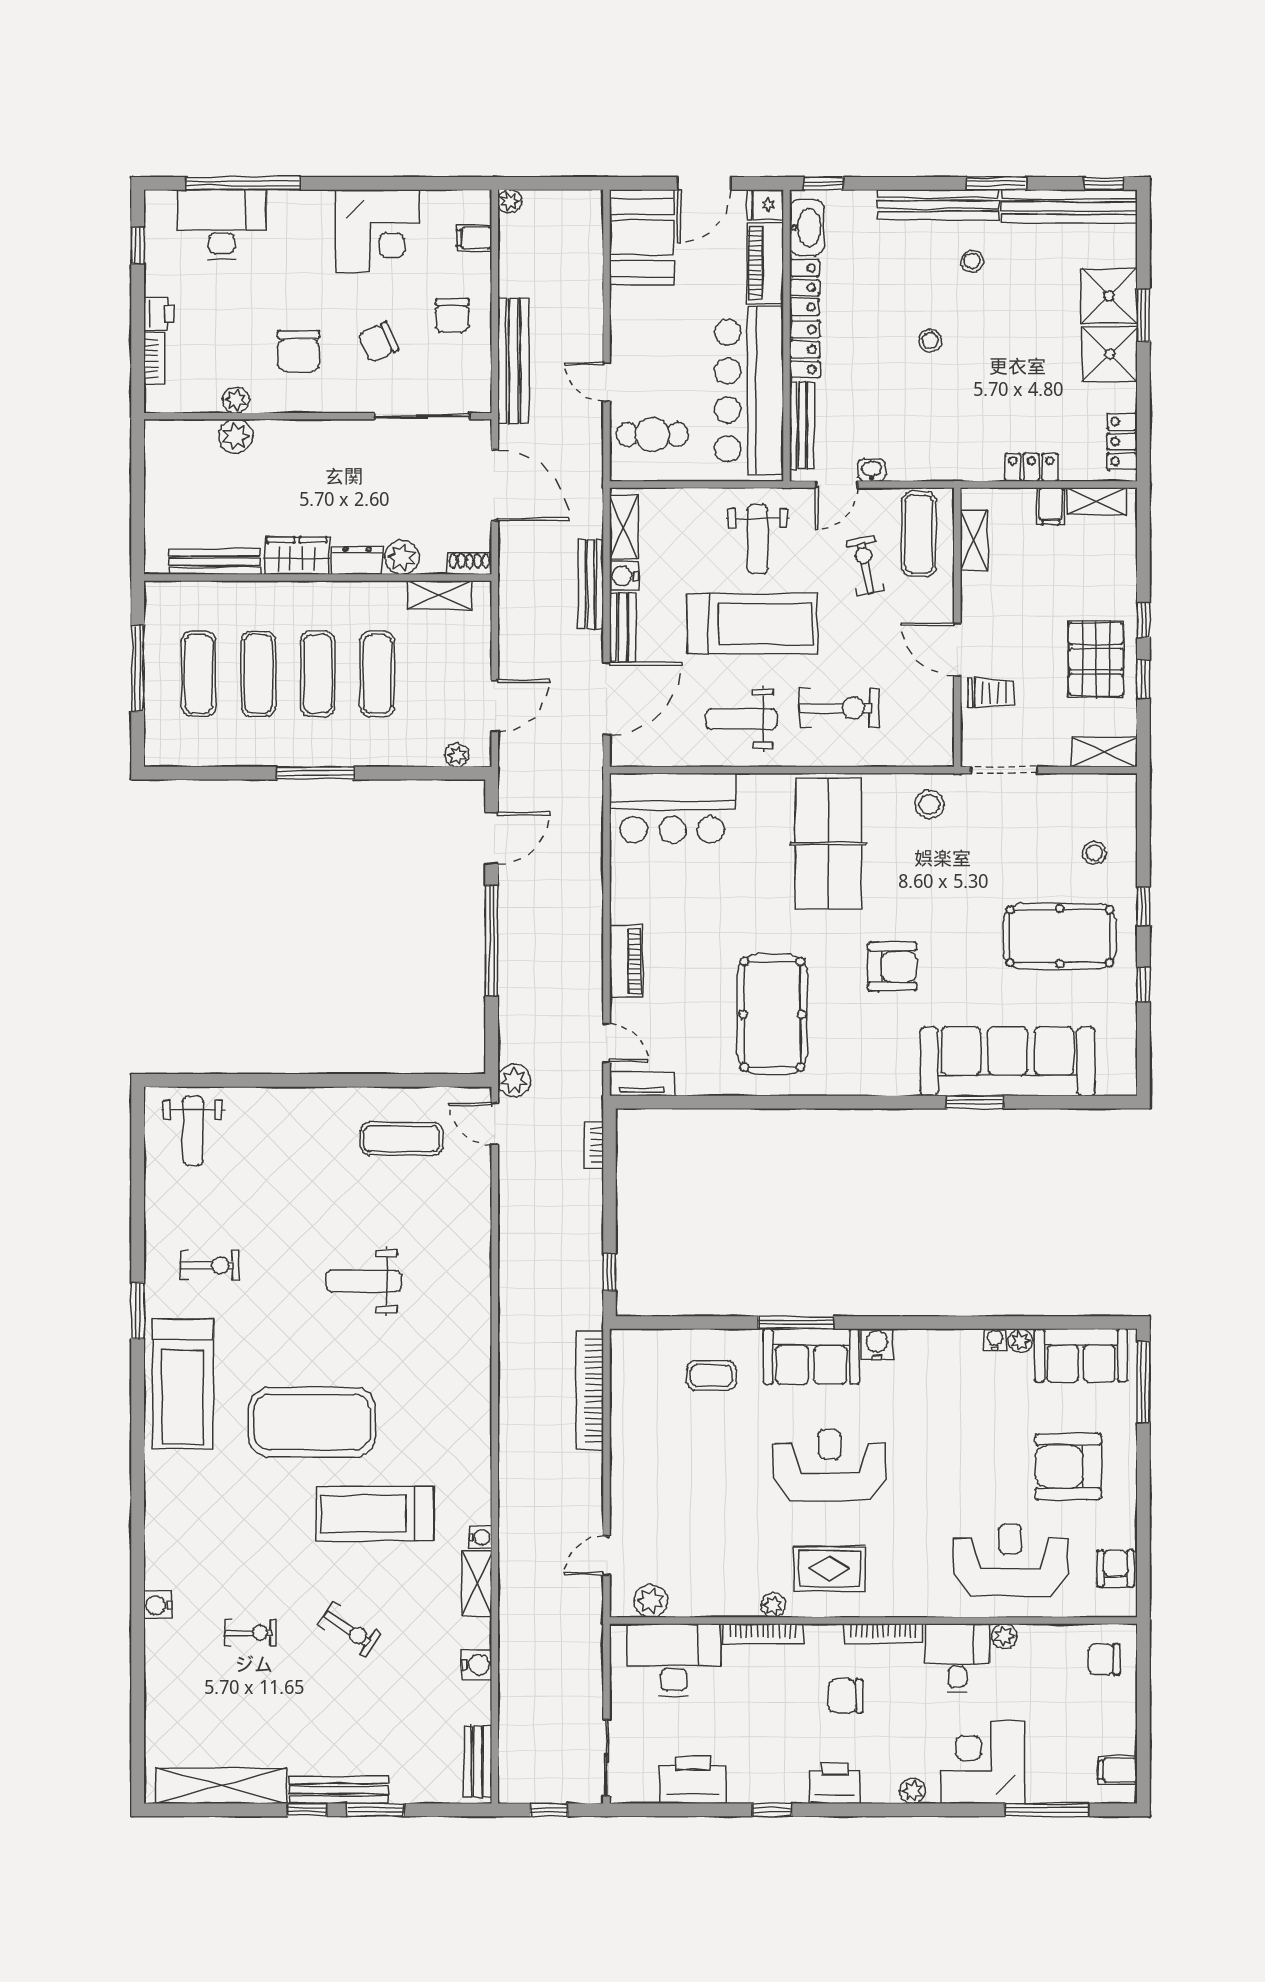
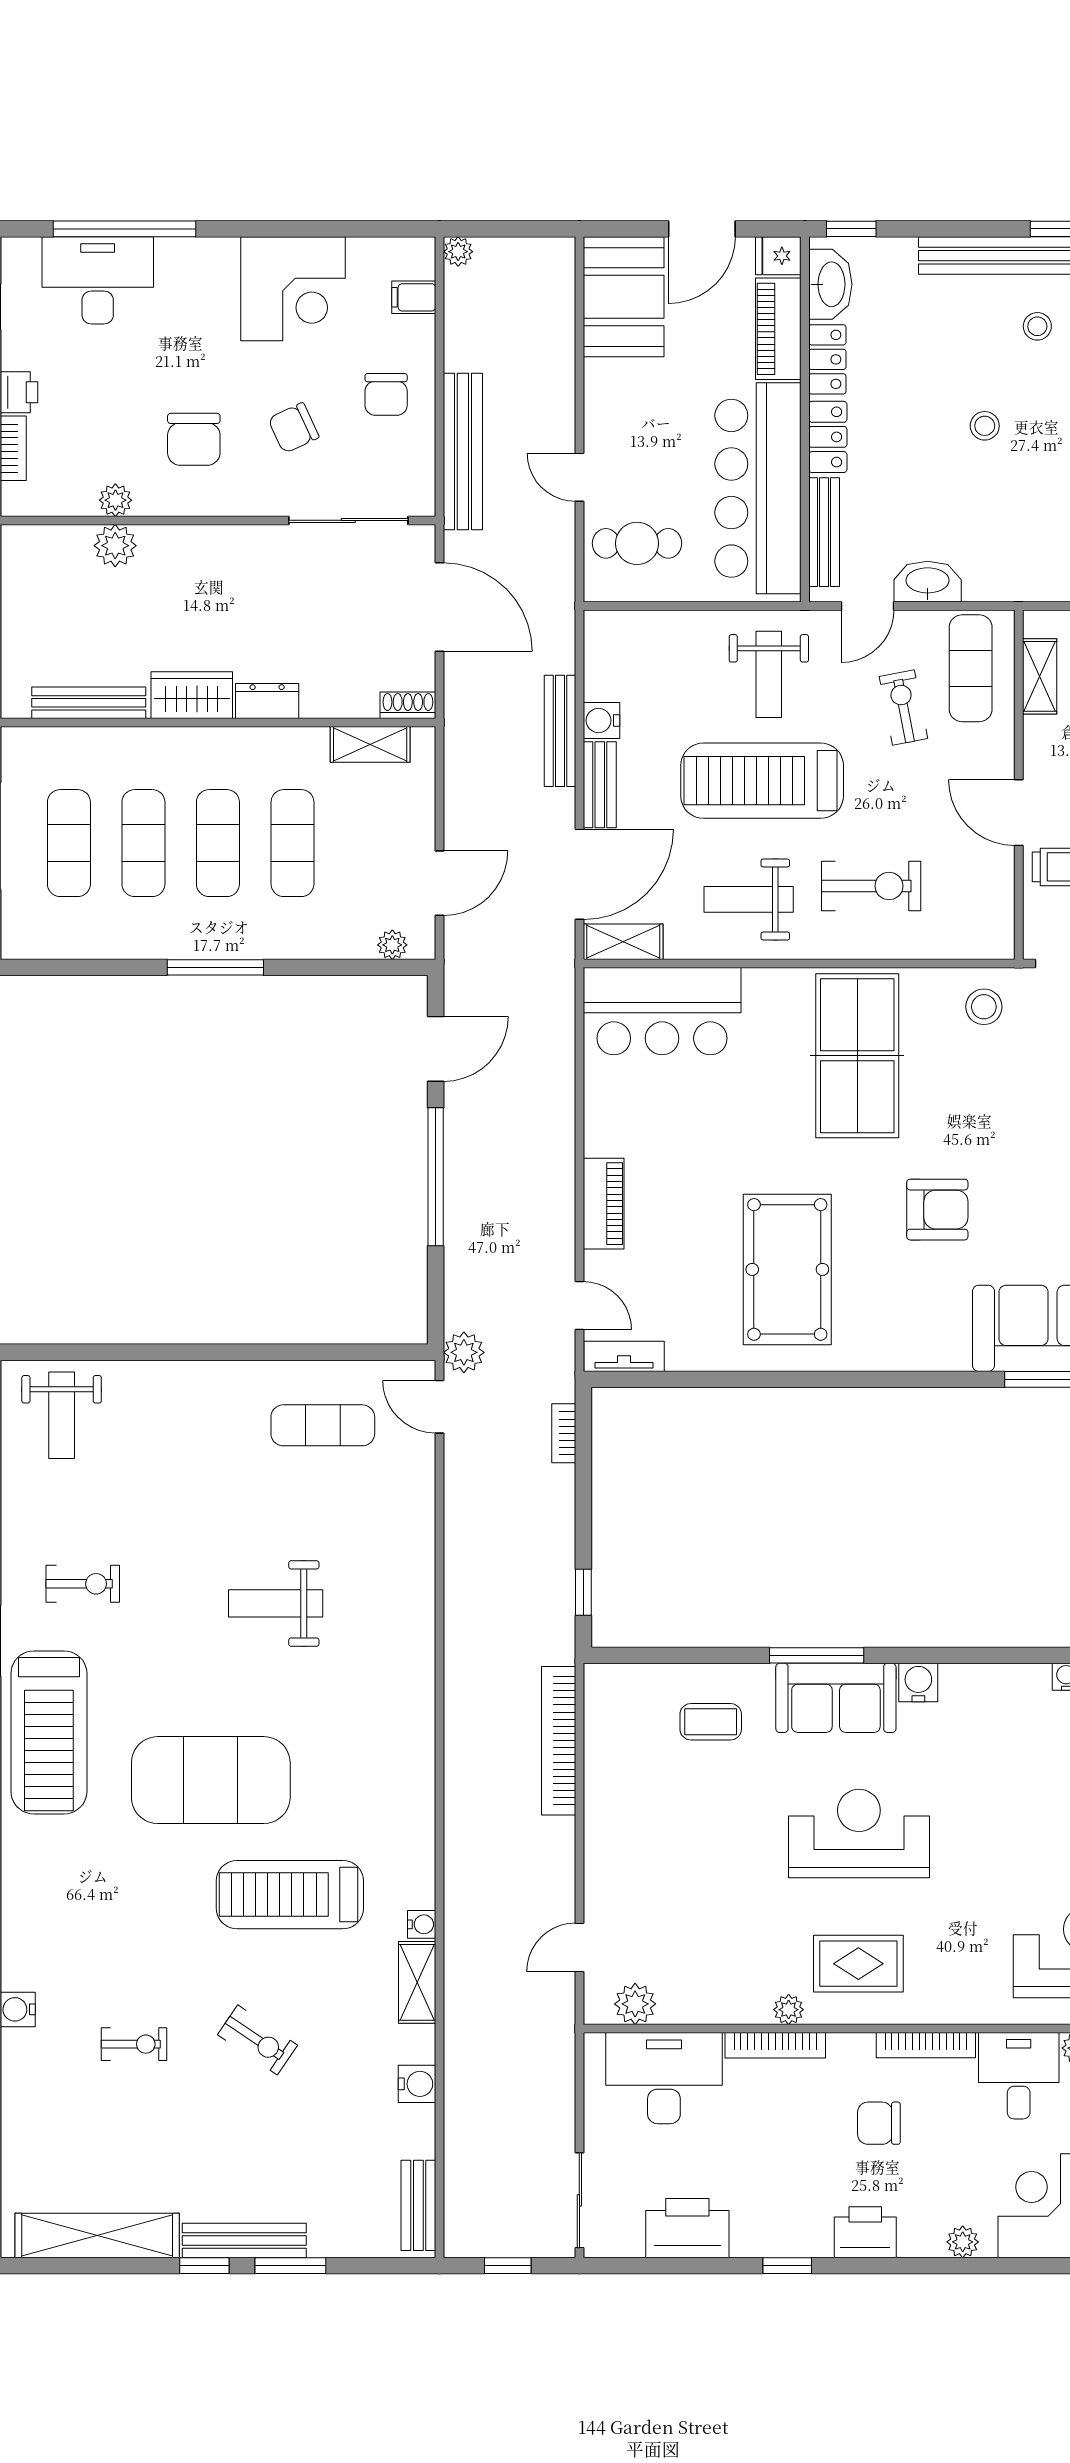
washbasin: (872, 470) -> (928, 582), width x1.91, depth x1.45
shelving: (624, 527) -> (623, 942), moved, turned 90
plant: (402, 557) -> (323, 697), removed
treadmill: (752, 624) -> (762, 781), turned 180

